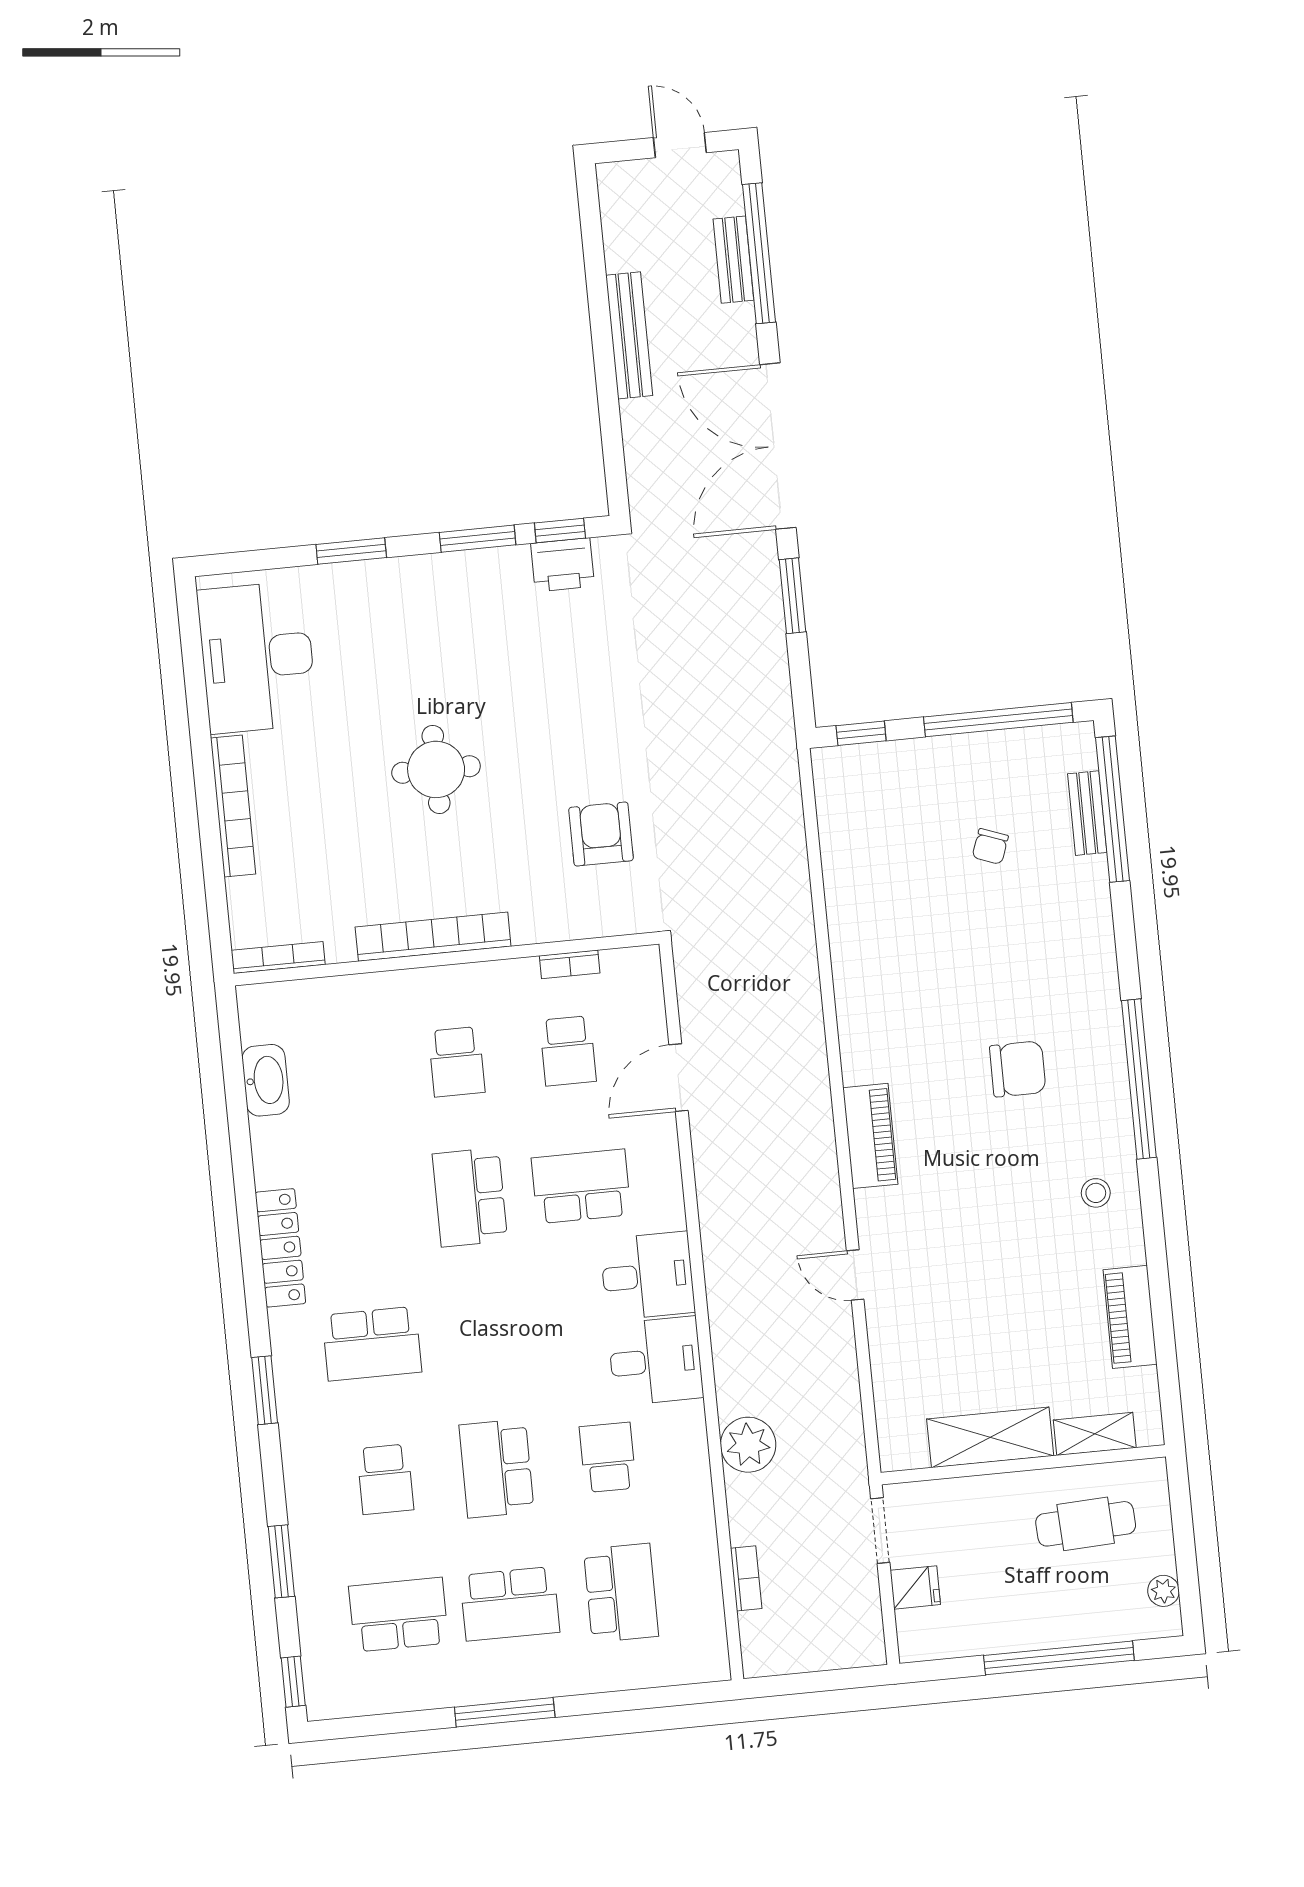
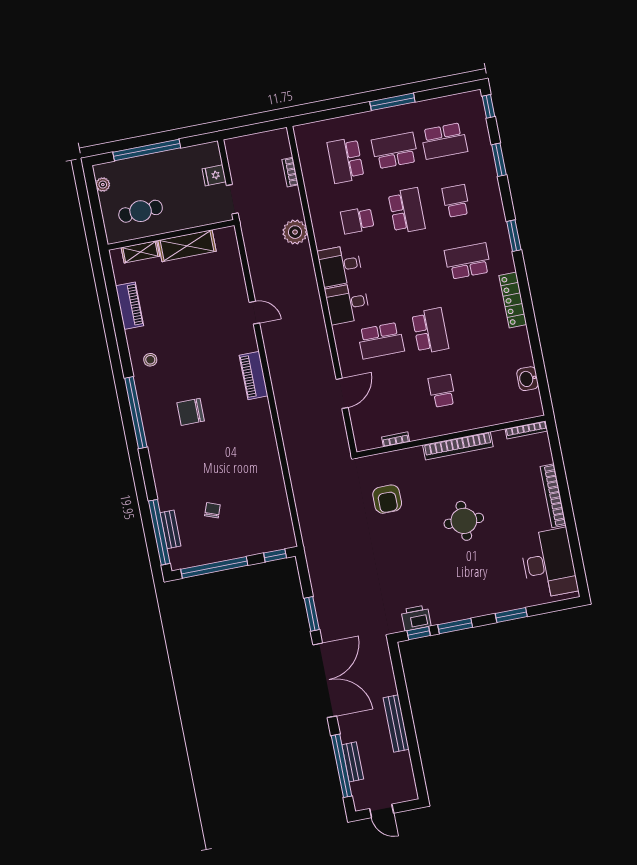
school desk: (568, 1051) -> (393, 401), removed
washbasin: (266, 1080) -> (528, 379), width x0.72
school desk: (608, 1457) -> (357, 220), turned 90

